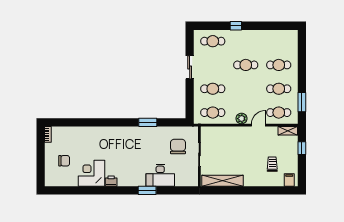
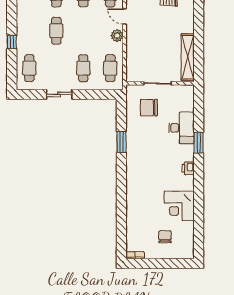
printer: (111, 181) -> (188, 168), moved

